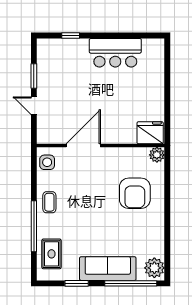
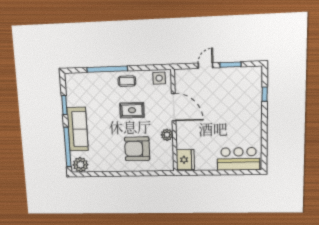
bar counter: (115, 53) -> (238, 159), moved, turned 90
plant: (157, 155) -> (167, 135), moved
rug: (52, 254) -> (132, 110), moved

